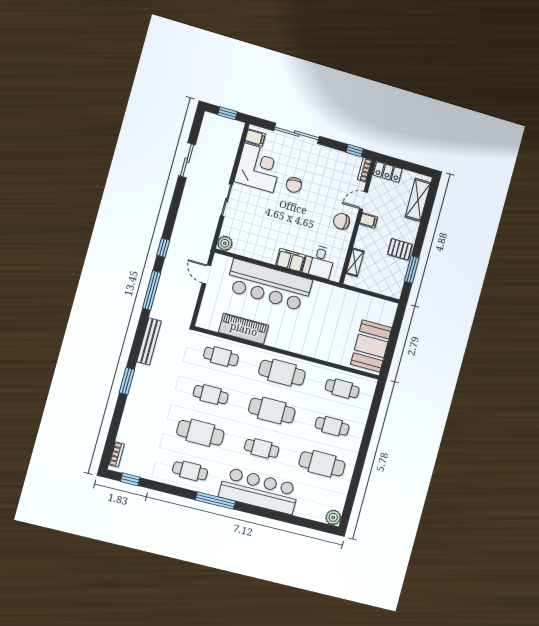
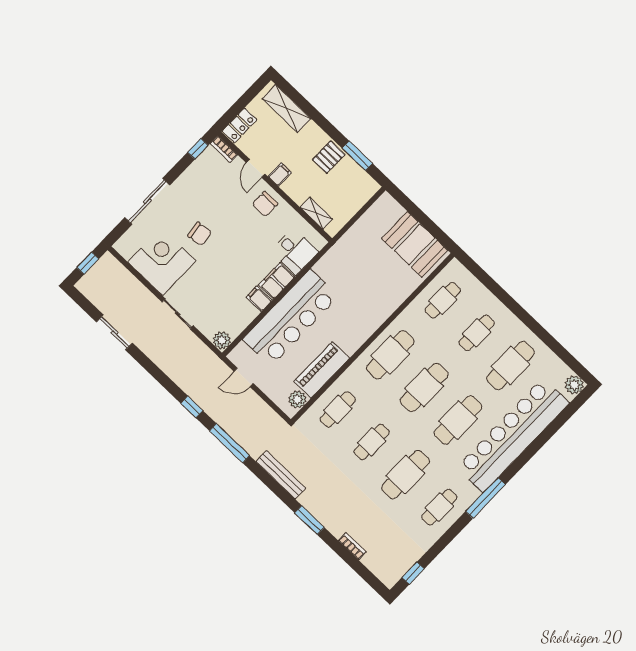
filing cabinet: (255, 138) -> (259, 299), moved, turned -90
plant: (212, 323) -> (297, 399), added
cafe table: (262, 448) -> (458, 420), width x1.37, depth x1.35
bookcase: (117, 454) -> (352, 546), moved
bar counter: (259, 491) -> (513, 435), width x1.36

